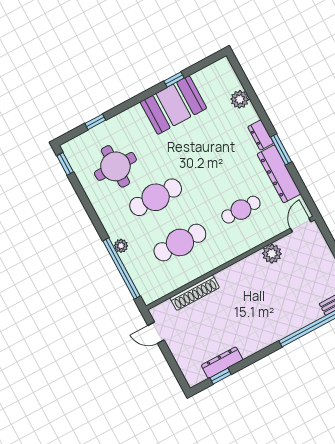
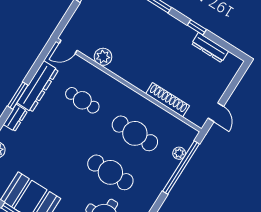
plant: (121, 246) -> (179, 153), moved
window: (221, 376) -> (197, 27), moved

